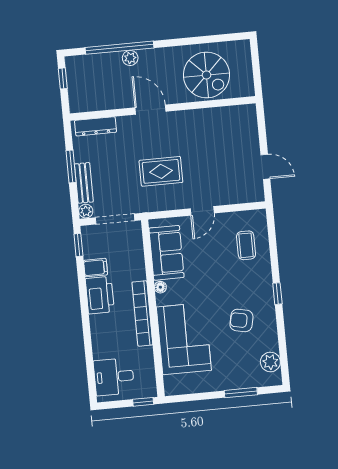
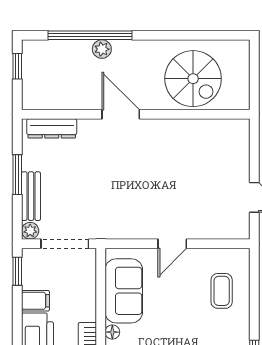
rug: (161, 171) -> (126, 191), removed

